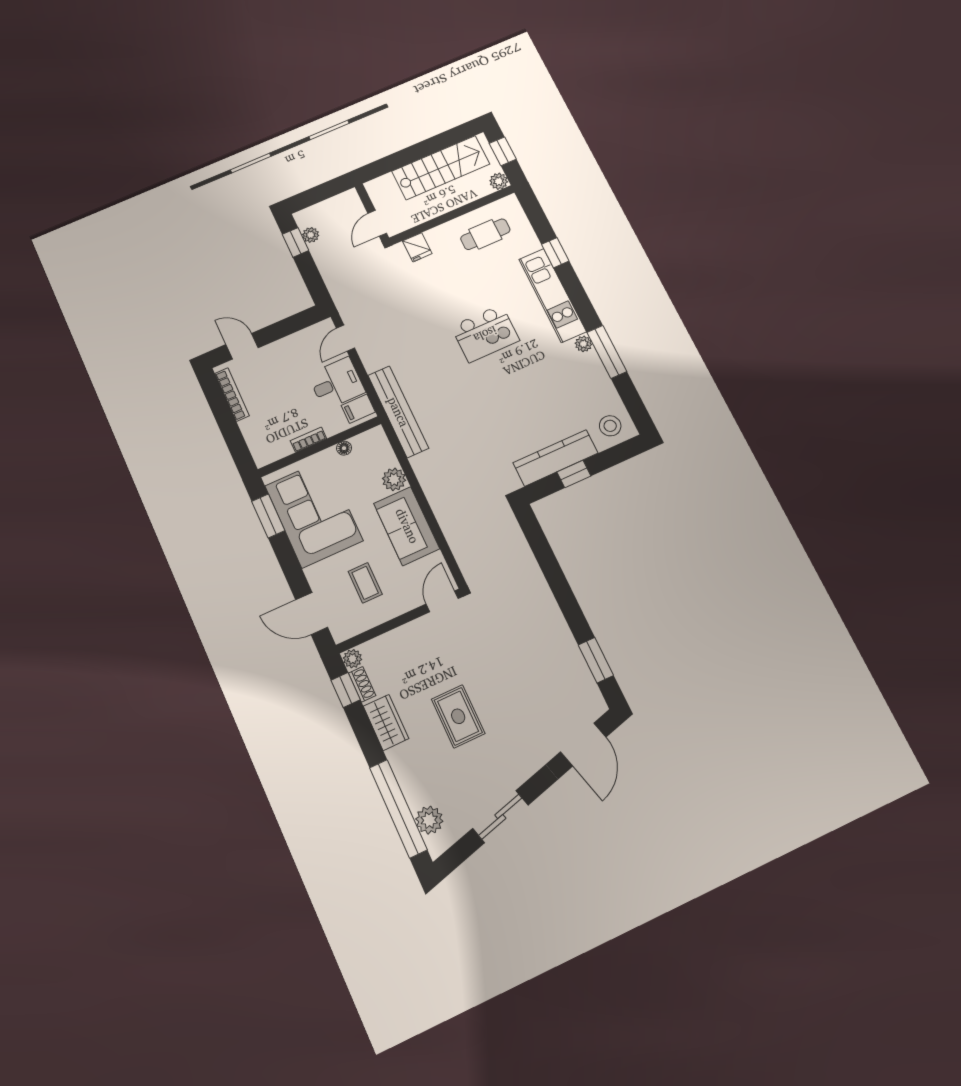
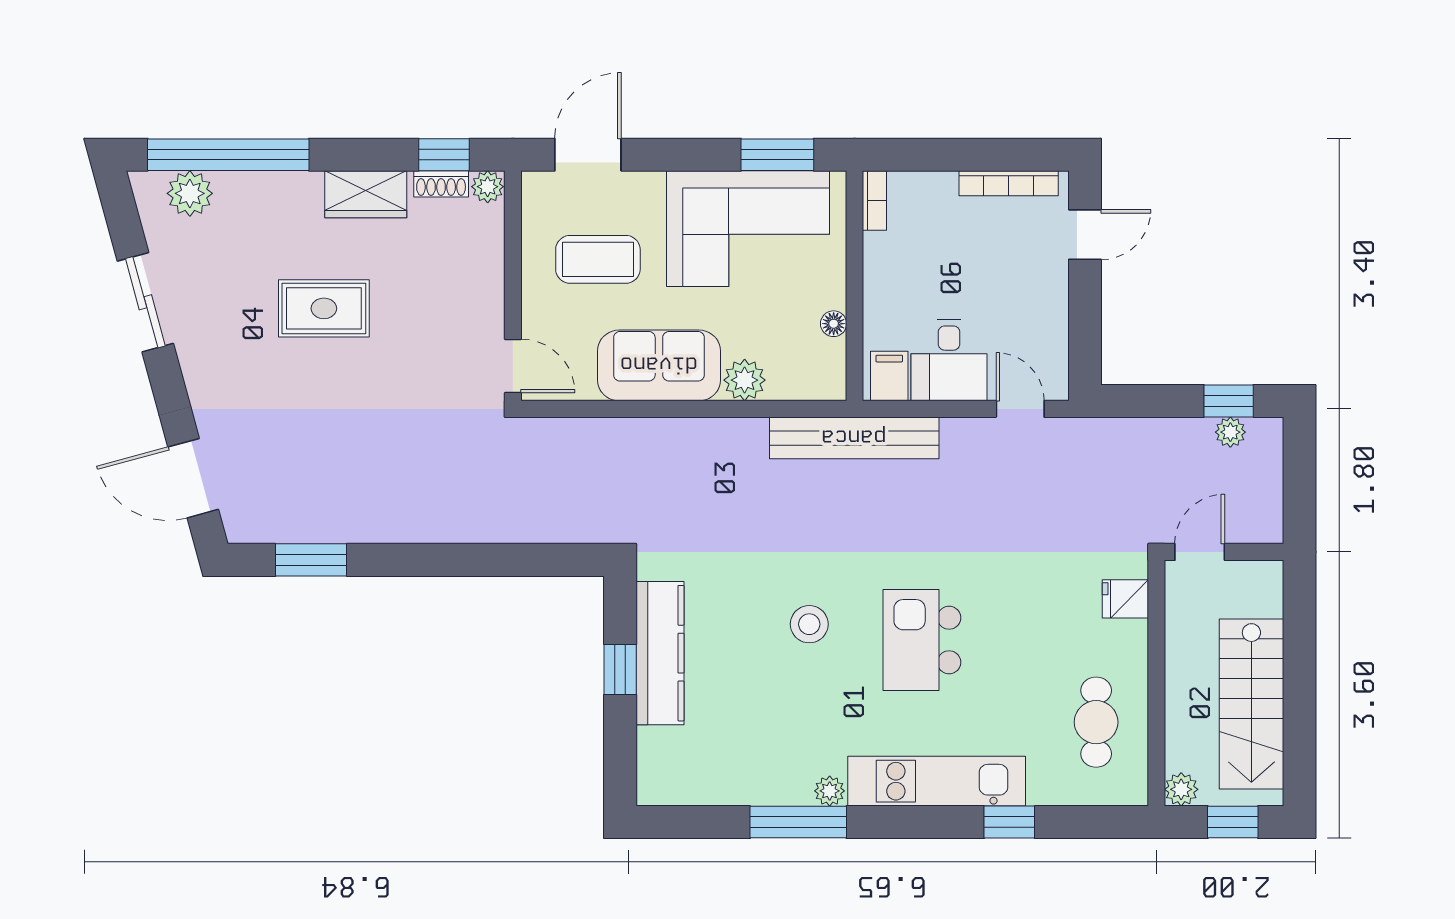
door: (377, 223) -> (1200, 552), hinge flipped
stool: (610, 426) -> (809, 624), moved
bookcase: (308, 440) -> (874, 200), moved
coffee table: (365, 583) -> (598, 259), width x1.36, depth x1.30

